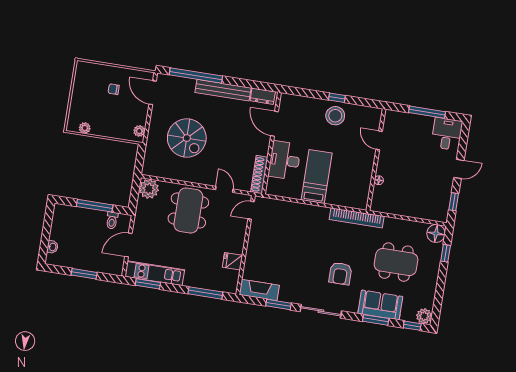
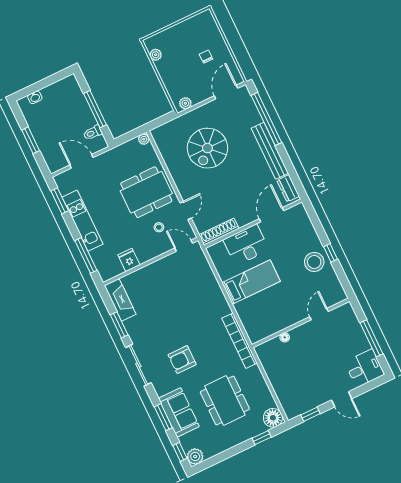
plant: (149, 189) -> (144, 139), width x0.53, depth x0.53
stool: (223, 220) -> (159, 227), added
kitchen unit: (155, 273) -> (82, 221), moved

